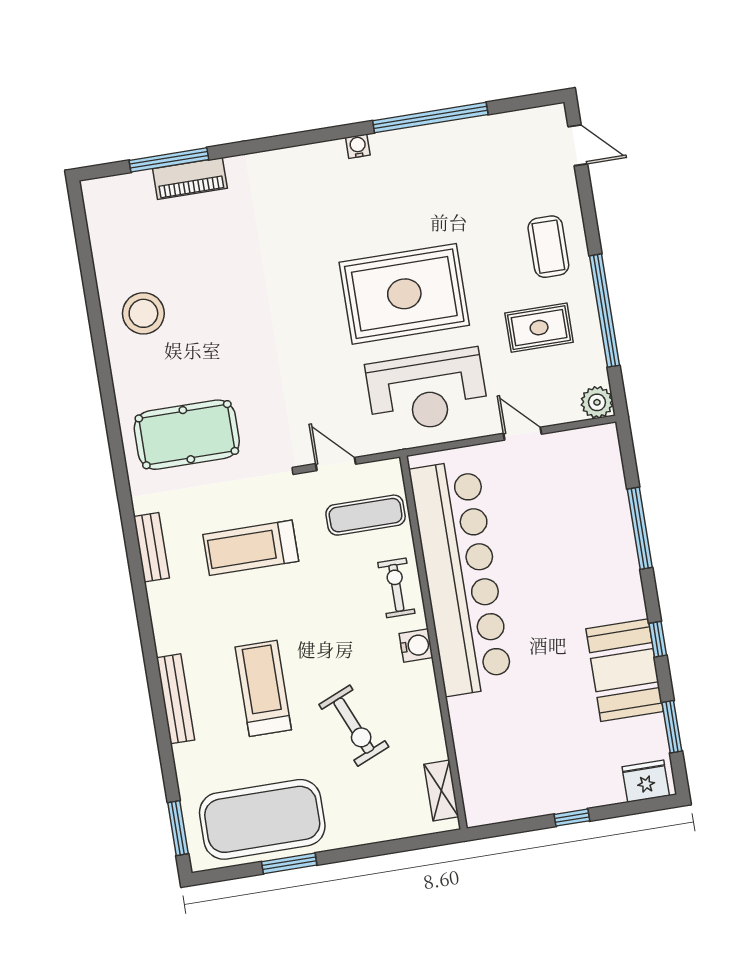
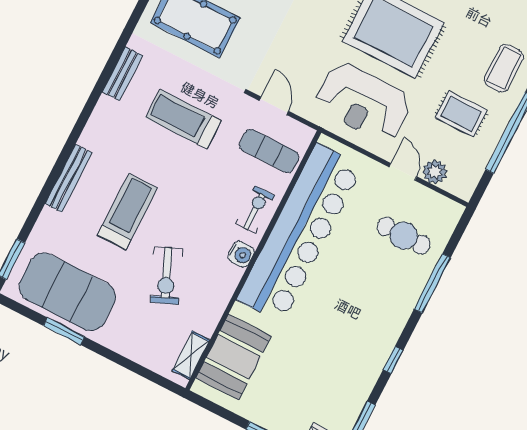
plant: (597, 402) -> (435, 172), moved
cafe table: (573, 500) -> (404, 236), added
booth: (625, 670) -> (234, 357), moved

